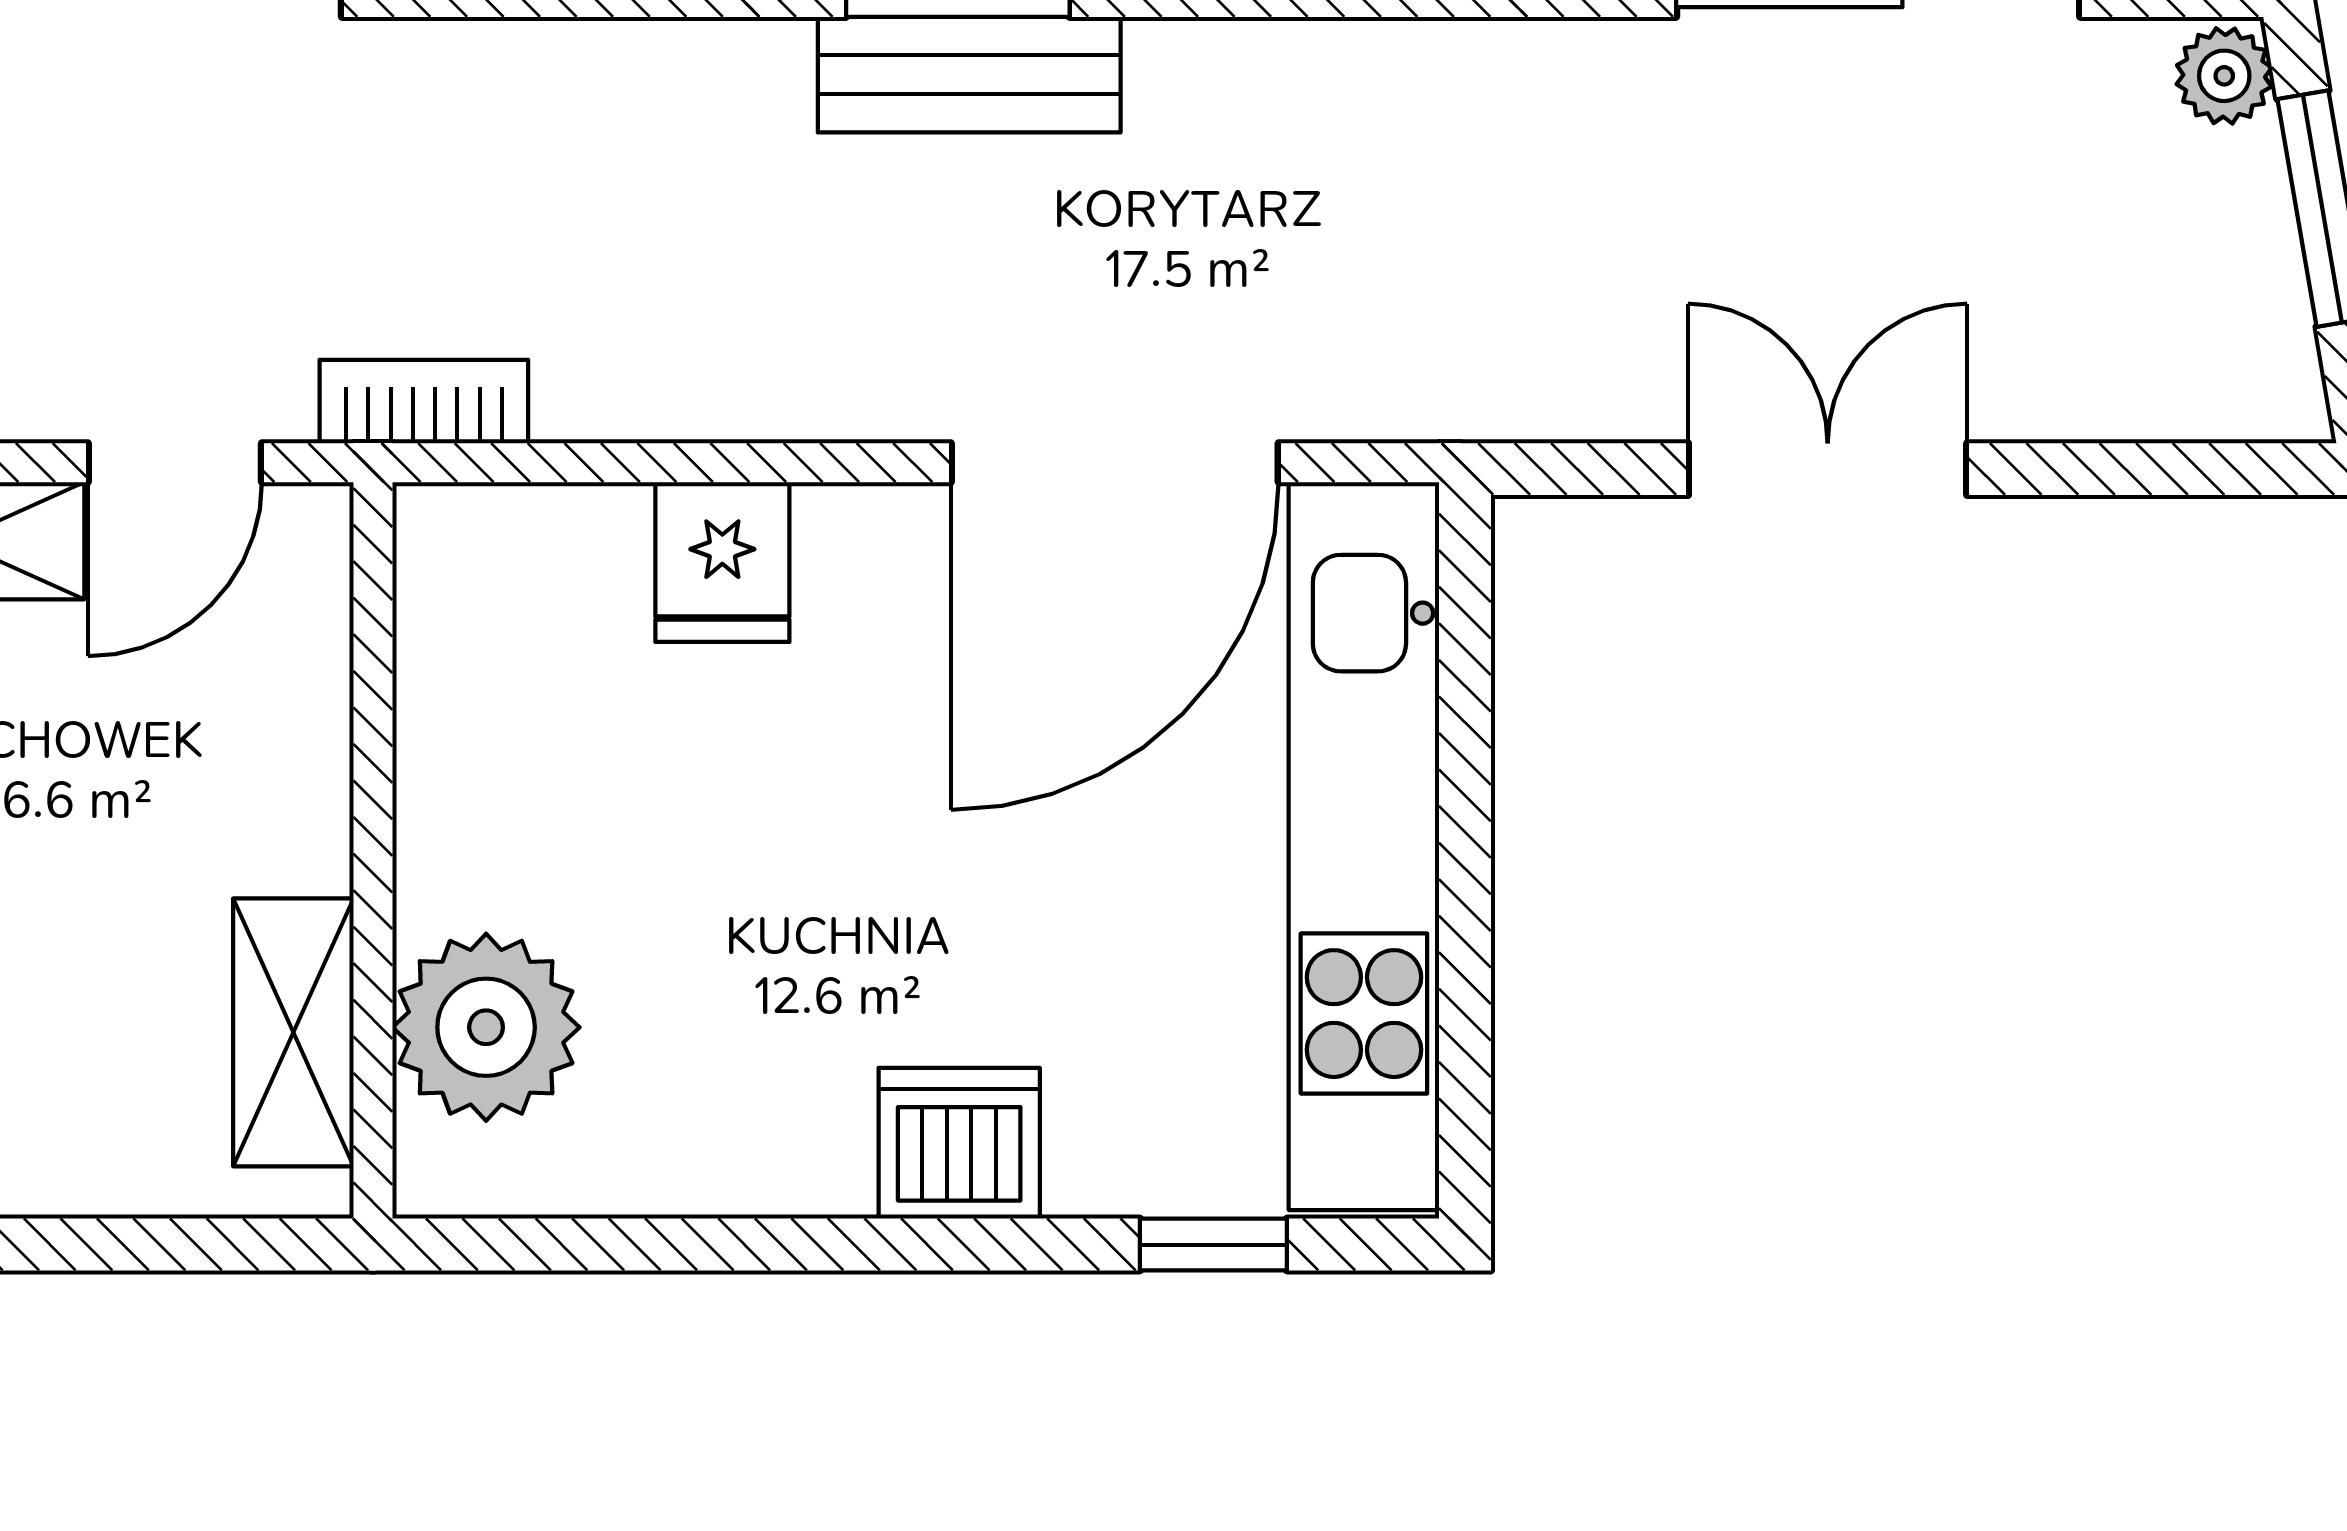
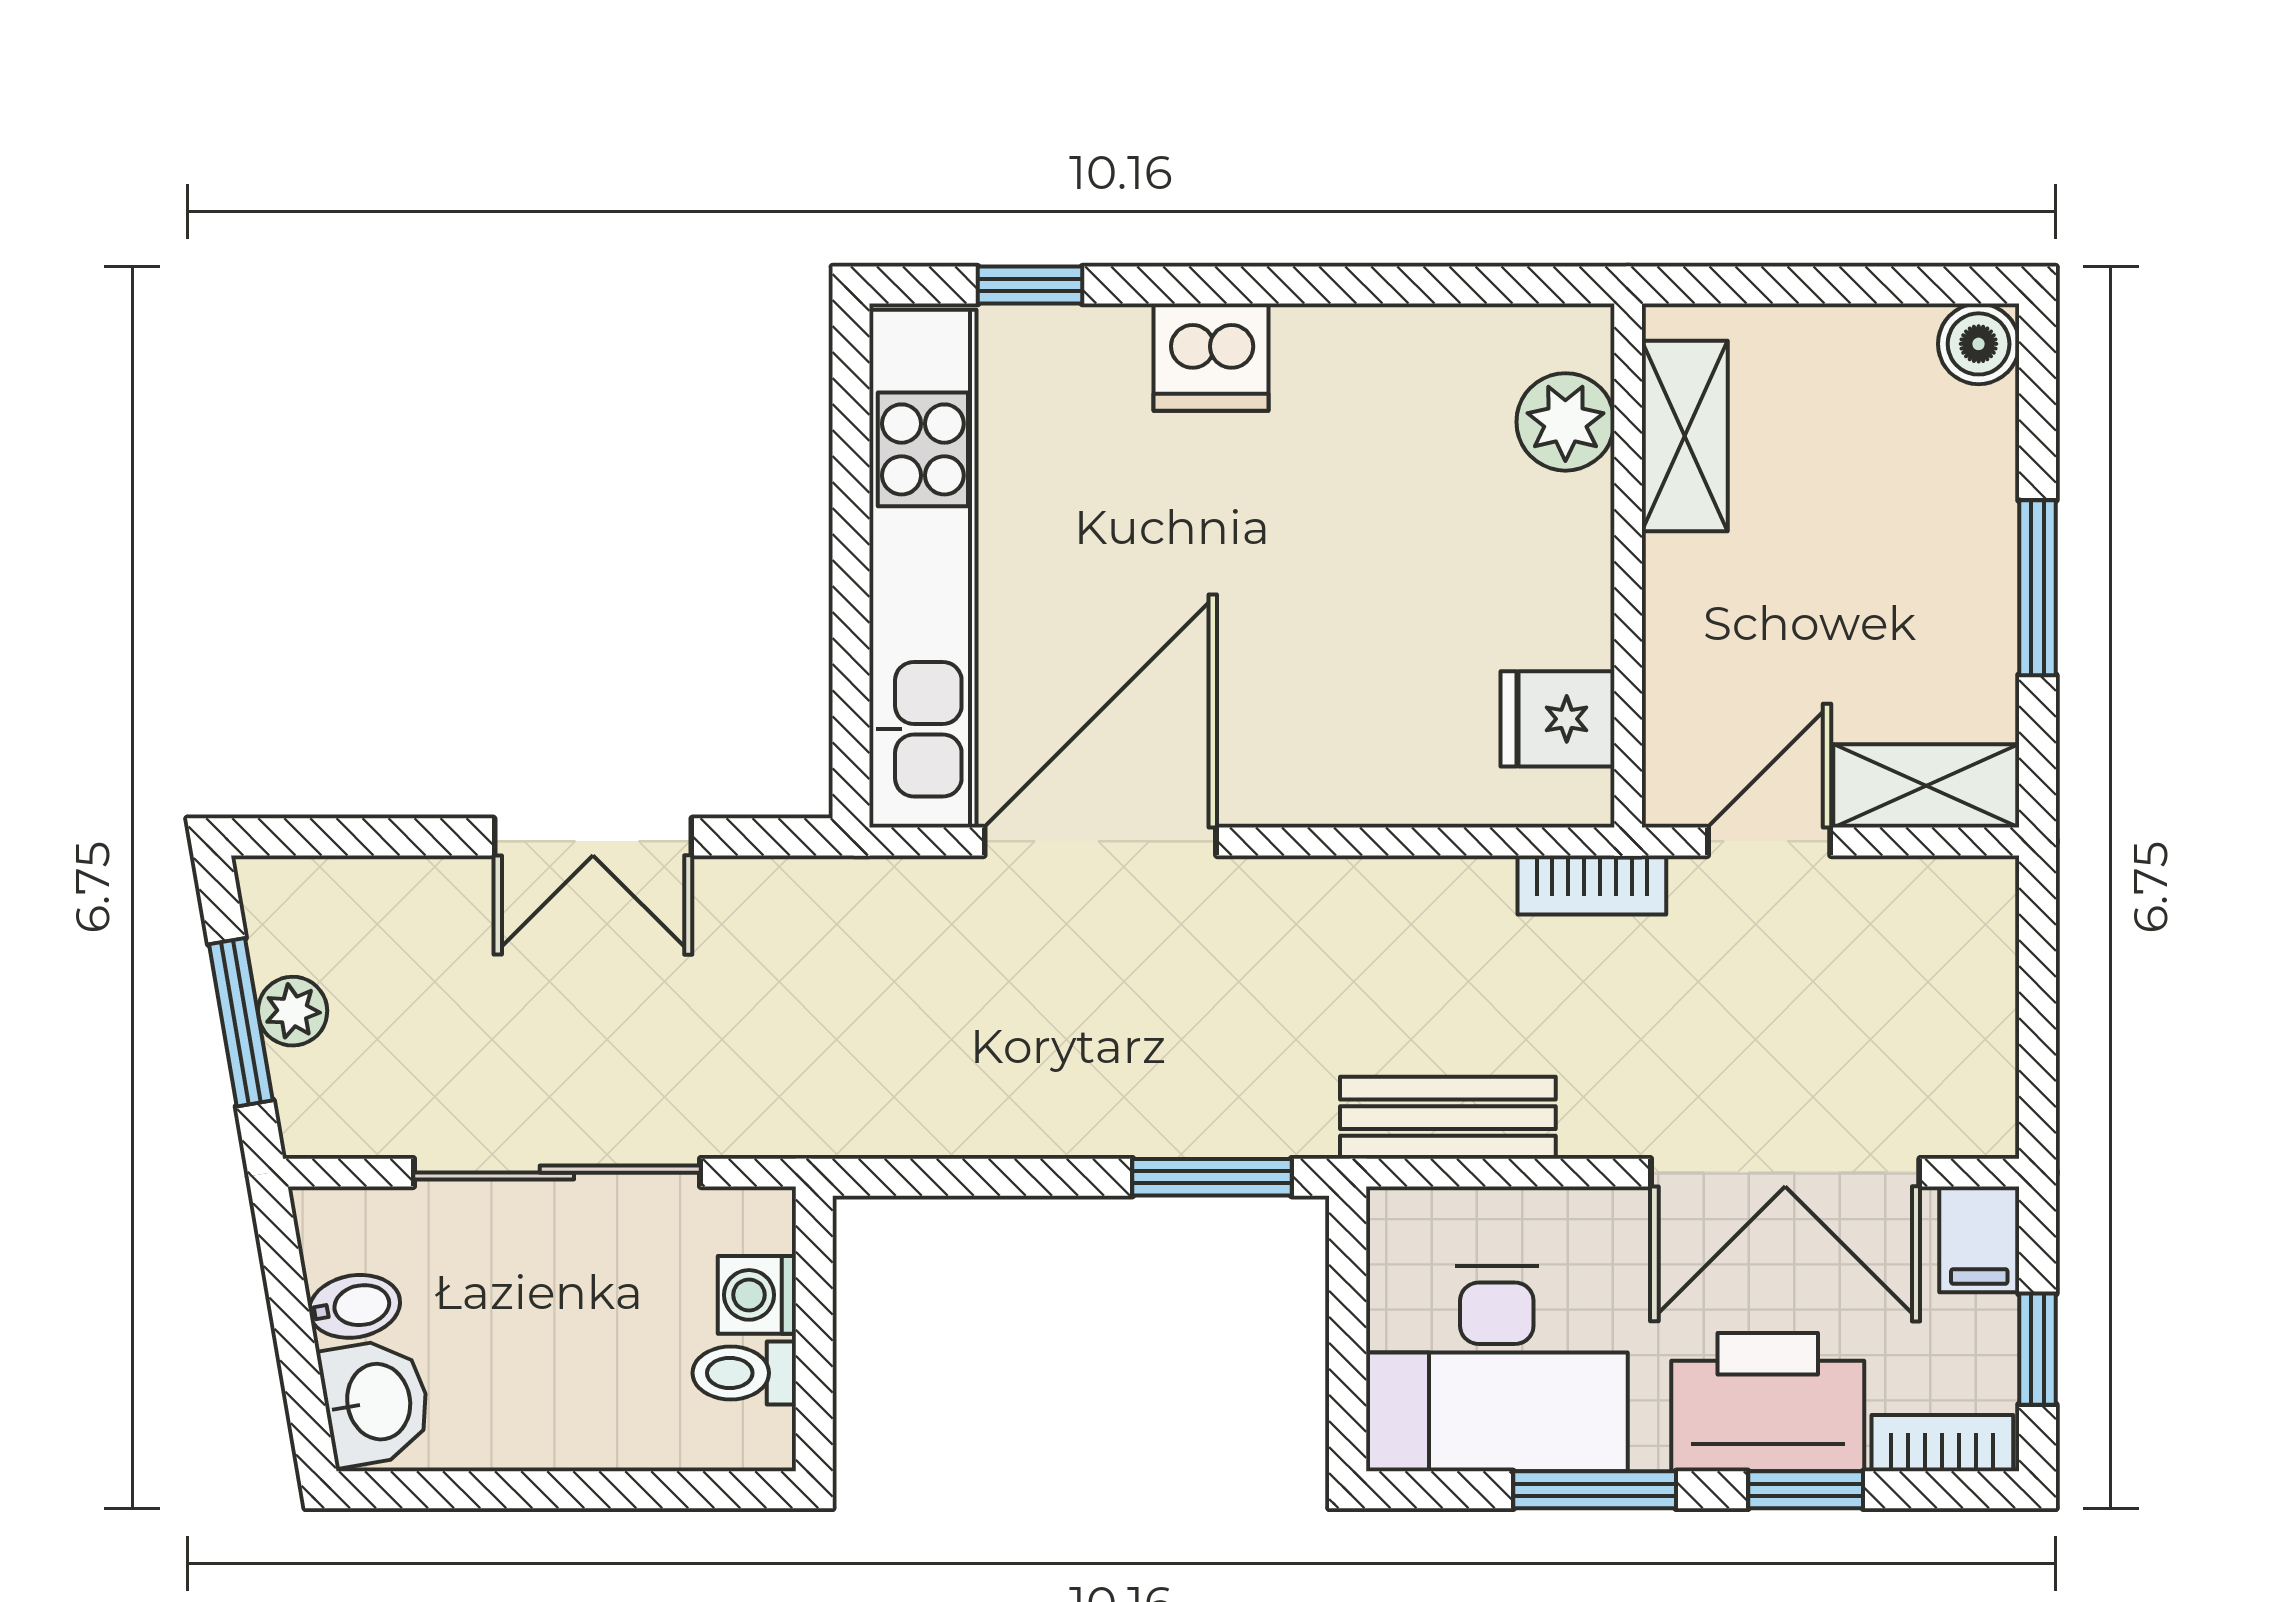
bench: (969, 75) -> (1448, 1118), moved
plant: (2224, 76) -> (293, 1011), moved
fridge: (722, 562) -> (1557, 719), moved, turned -90
plant: (486, 1027) -> (1565, 422), width x0.73, depth x0.73

